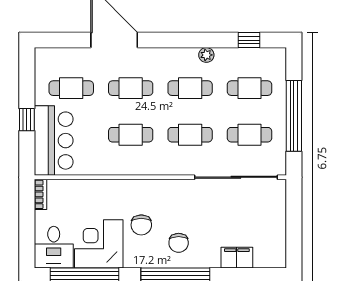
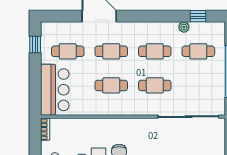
plant: (206, 55) -> (184, 27), moved
window: (27, 120) -> (35, 44), moved
cafe table: (250, 135) -> (198, 85), removed

